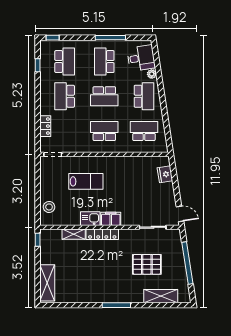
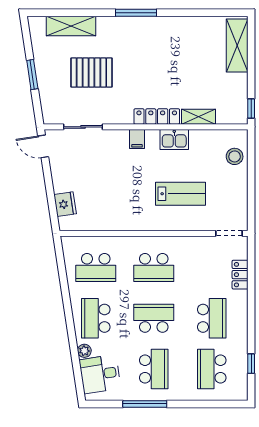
window: (53, 38) -> (229, 404), removed
lab bench: (86, 181) -> (181, 194), turned 180
filing cabinet: (111, 219) -> (137, 139), width x0.50
window: (187, 263) -> (32, 74), width x0.47

